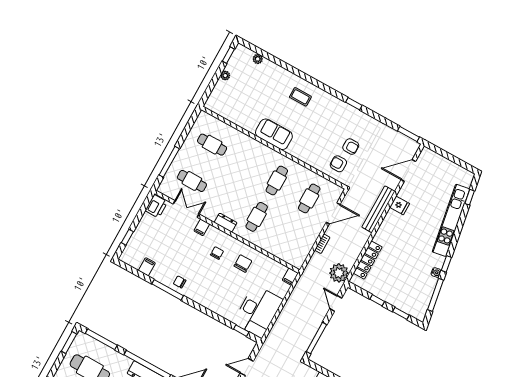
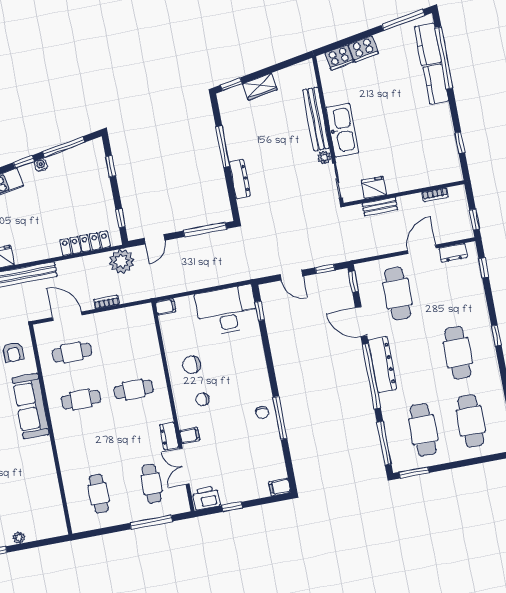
sofa: (274, 134) -> (31, 406), moved, width x1.36
dresser: (226, 223) -> (169, 436), moved
window: (127, 237) -> (232, 507), moved
filing cabinet: (147, 267) -> (280, 487), moved
window: (377, 300) -> (121, 218), moved

